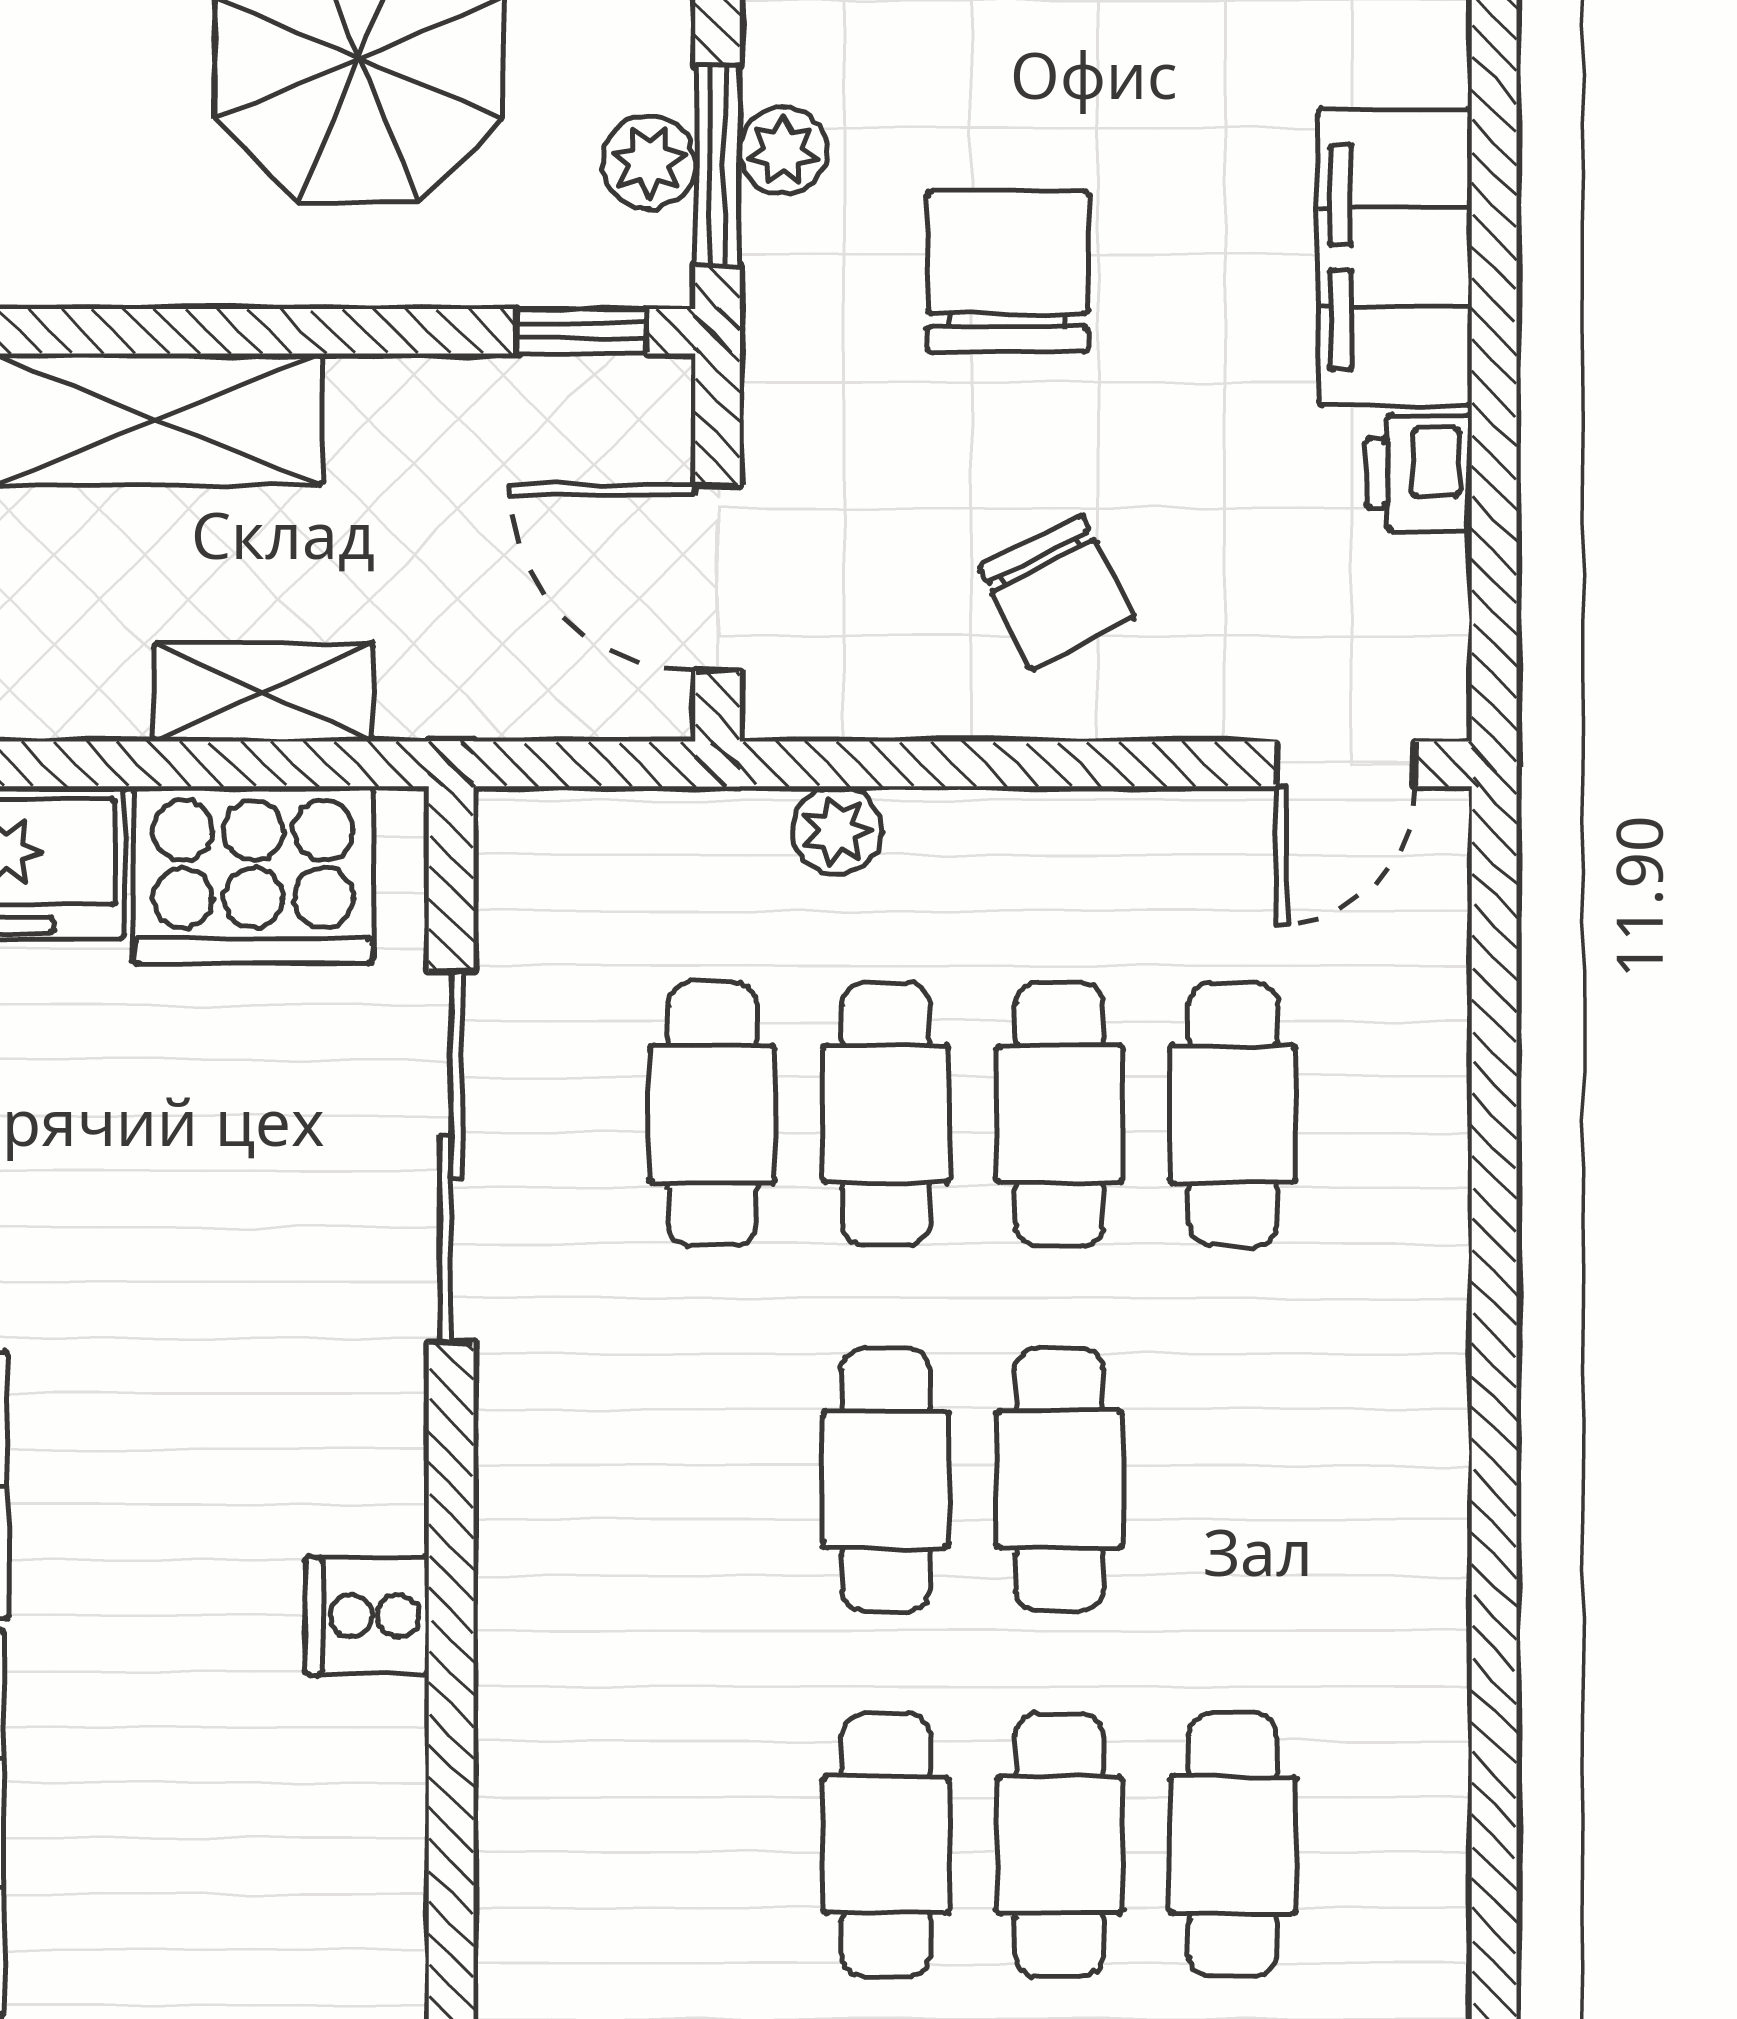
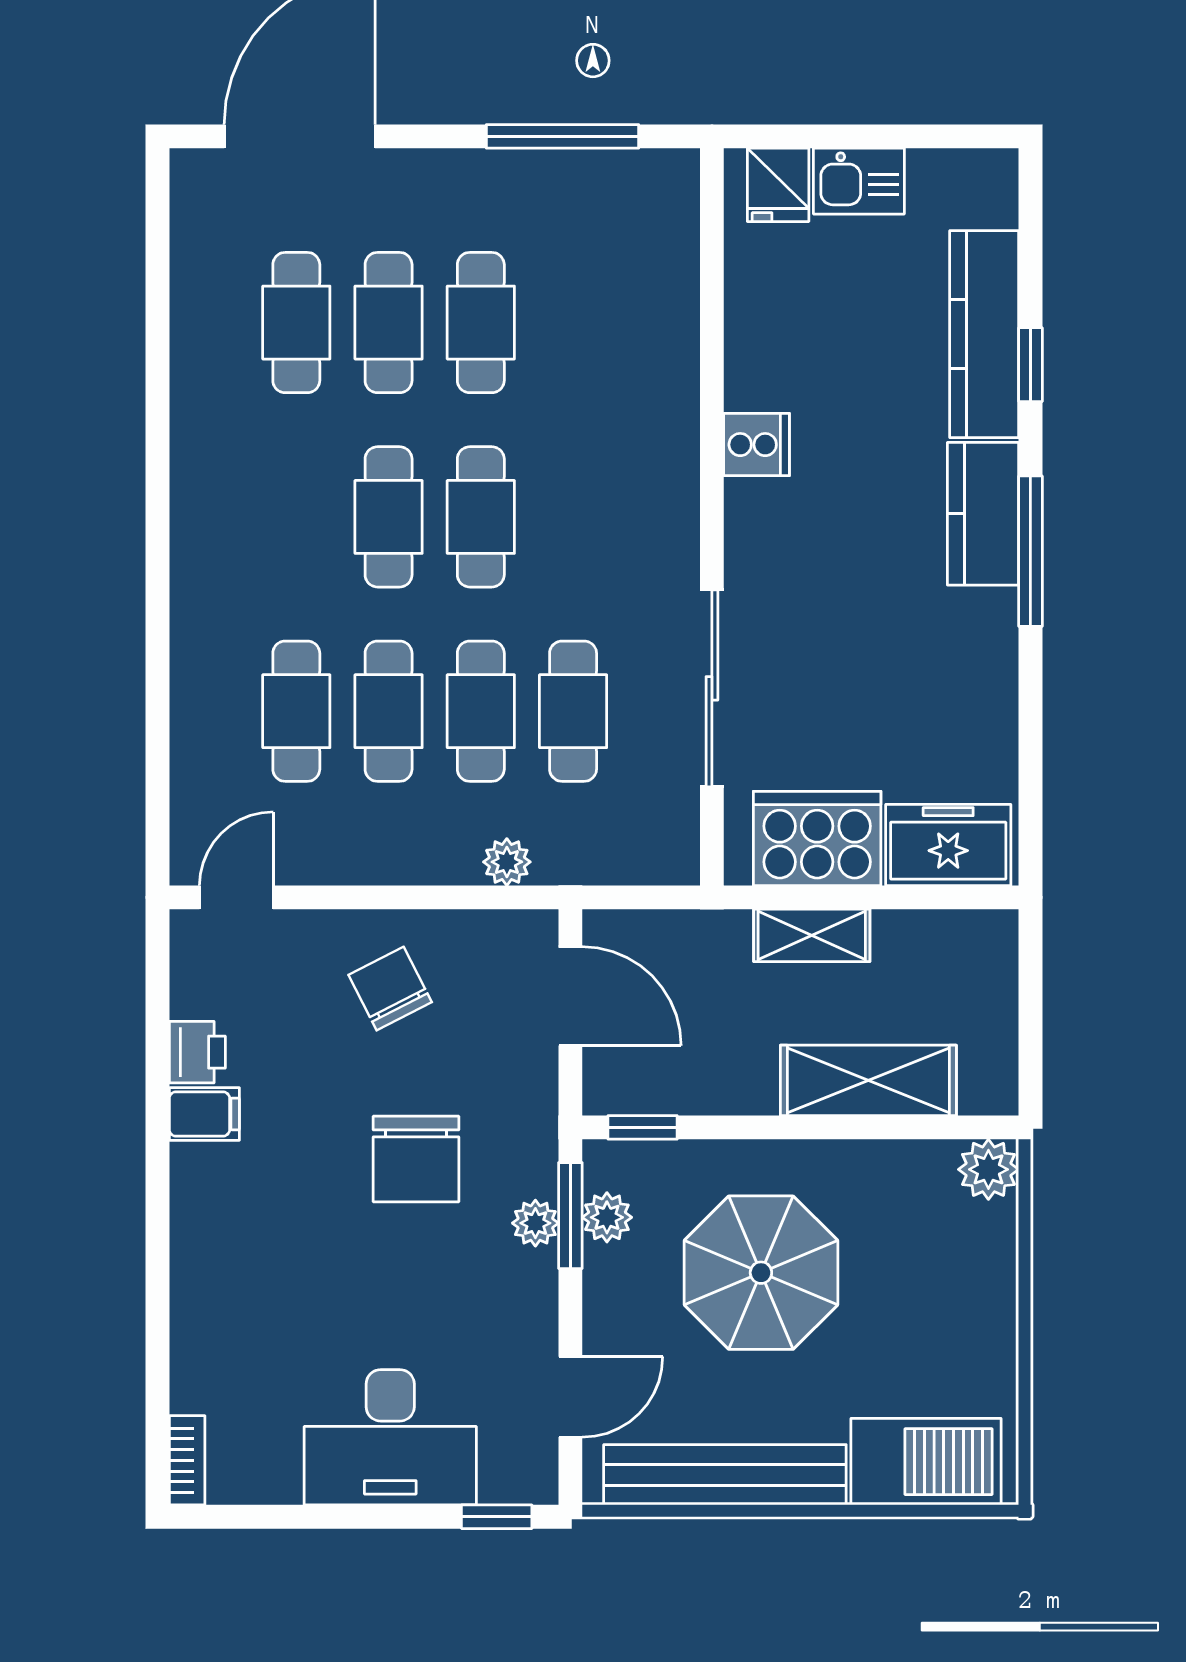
filing cabinet: (1395, 257) -> (204, 1114), width x0.33, depth x0.86

